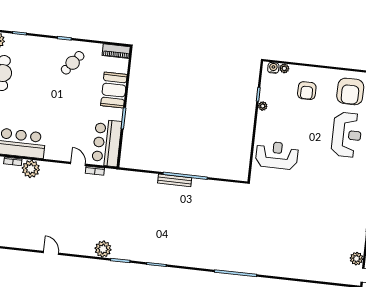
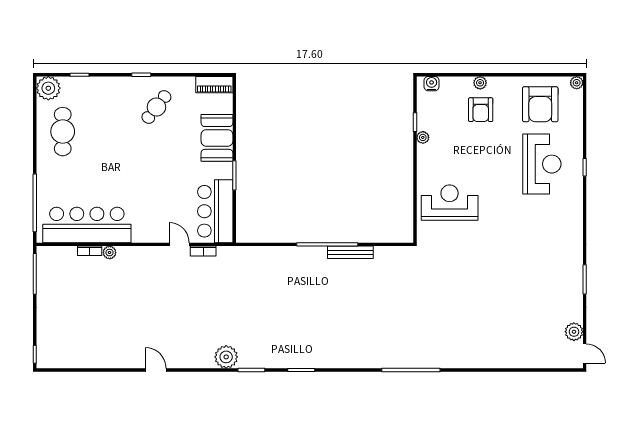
plant: (284, 68) -> (480, 83), moved
plant: (31, 169) -> (110, 253), width x0.53, depth x0.53
bench: (175, 180) -> (350, 252), moved

